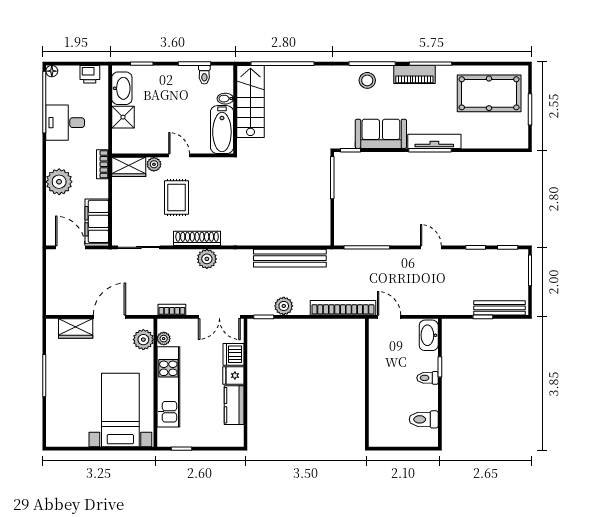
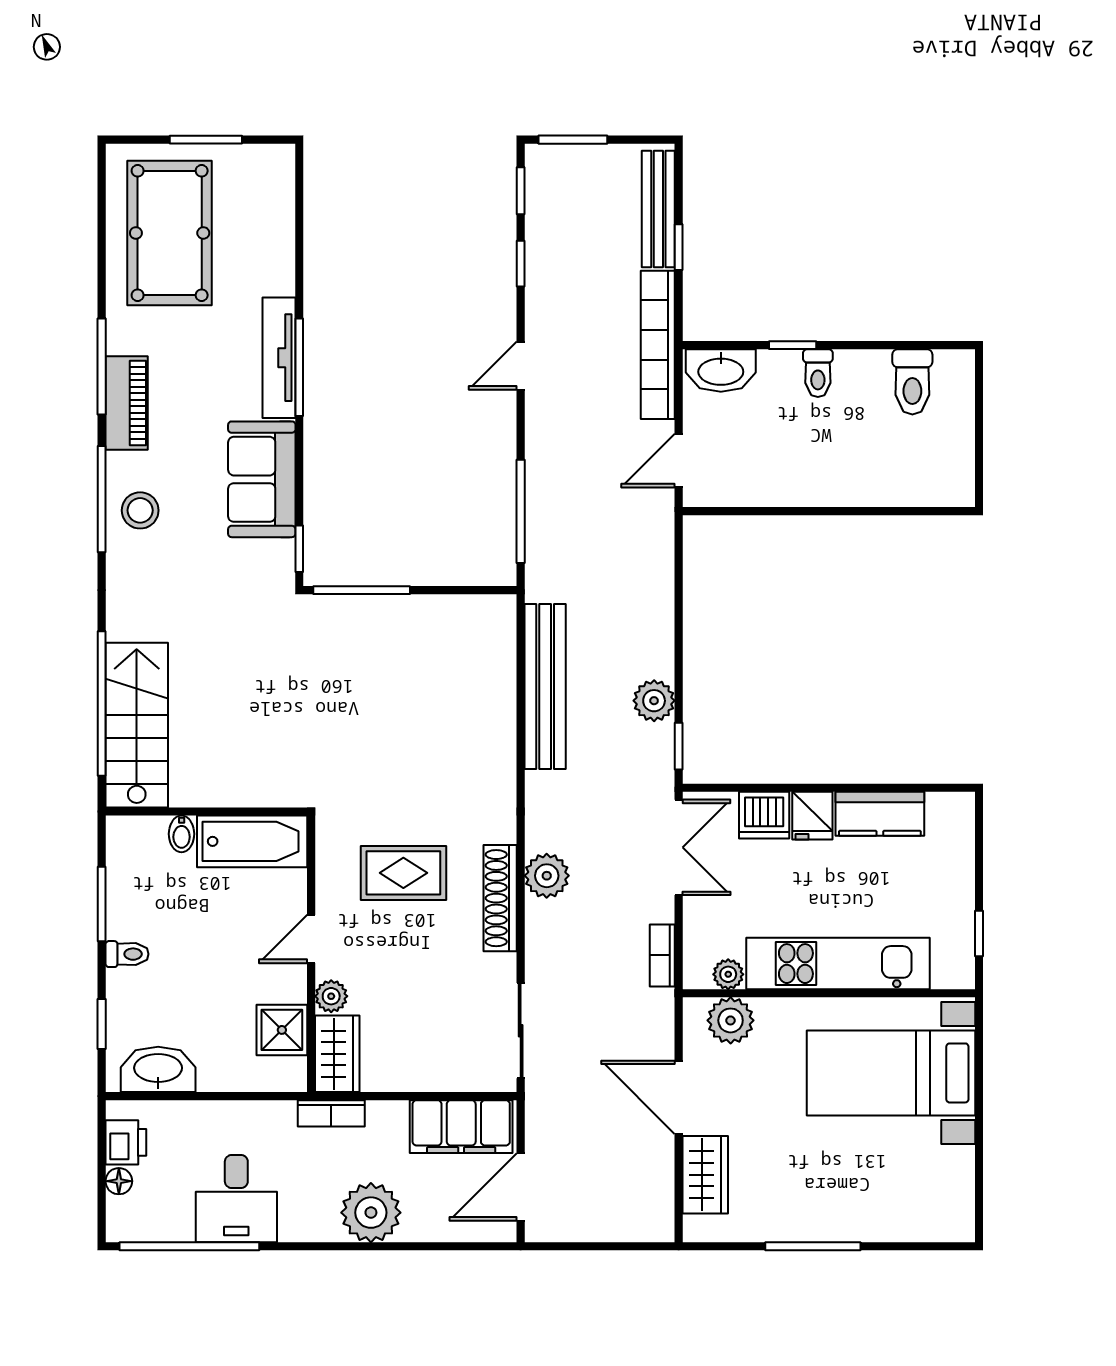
floor lamp: (52, 71) -> (119, 1181), moved
toilet: (204, 75) -> (127, 954), moved
stairs: (250, 101) -> (137, 725), moved, turned 90
shower: (123, 117) -> (282, 1030), moved
rug: (176, 197) -> (403, 873), moved
bookcase: (343, 308) -> (658, 345), moved

